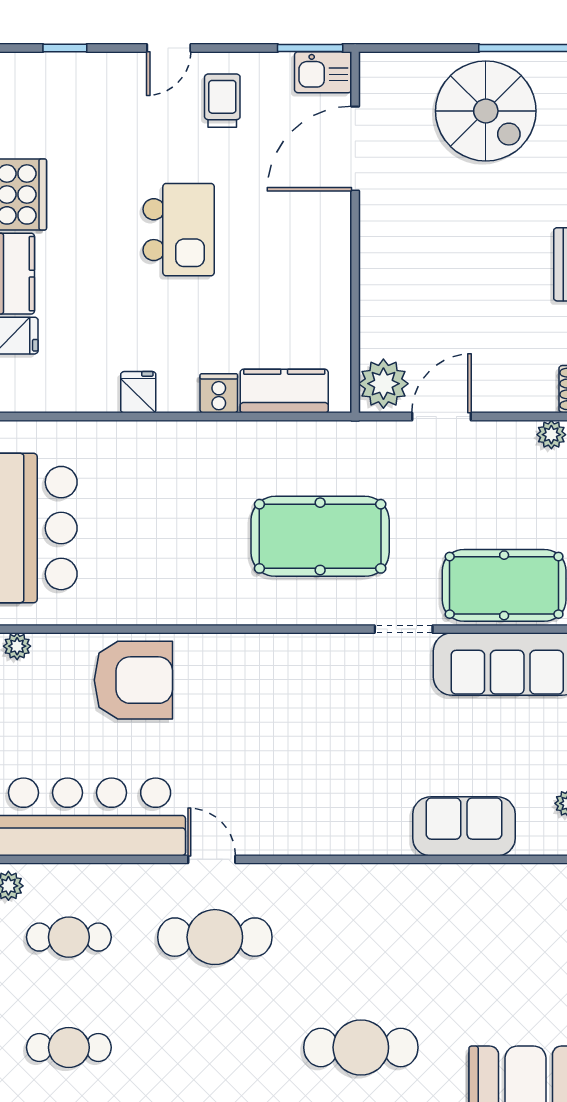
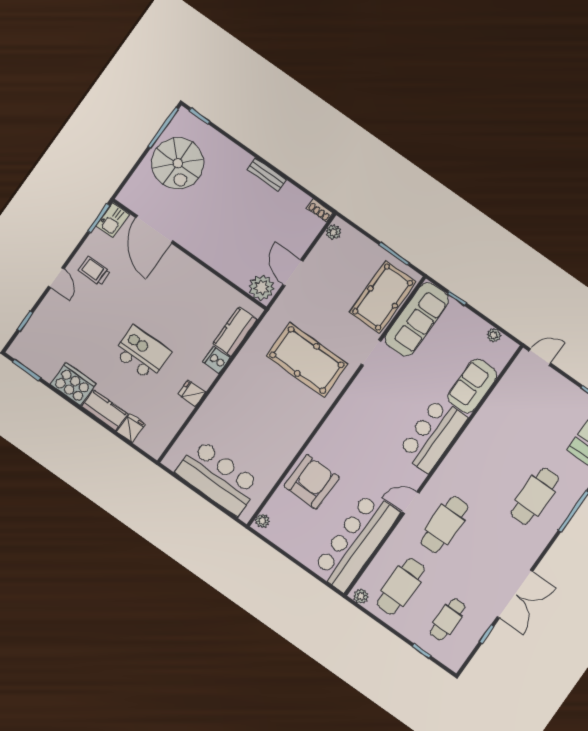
spiral stairs: (486, 111) -> (178, 163), turned 90
kitchen island: (179, 230) -> (142, 353), moved
pool table: (320, 536) -> (307, 360), turned 90
bar counter: (343, 819) -> (433, 435), added
cafe table: (69, 937) -> (401, 586), width x1.37, depth x1.35

